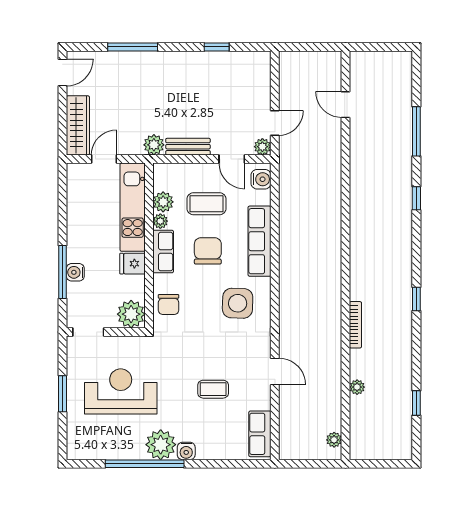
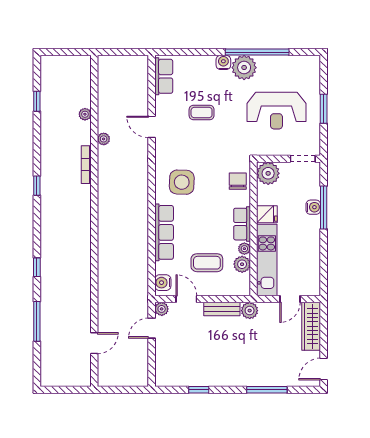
door: (346, 105) -> (94, 343), hinge flipped
chair: (208, 251) -> (206, 225), removed
plant: (334, 440) -> (104, 139), moved

